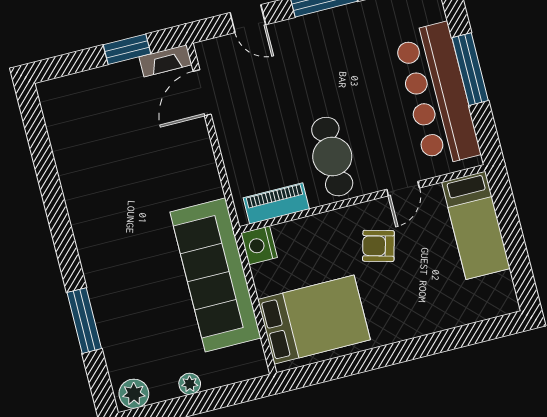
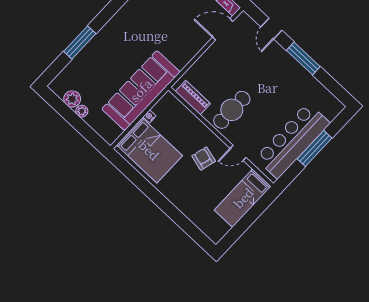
nightstand: (259, 245) -> (150, 116), moved, width x0.53, depth x0.56
plant: (134, 394) -> (72, 99), moved

